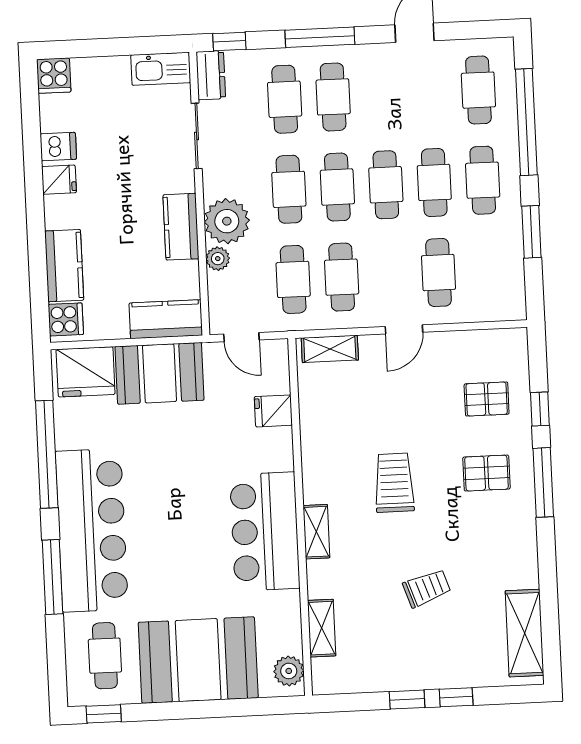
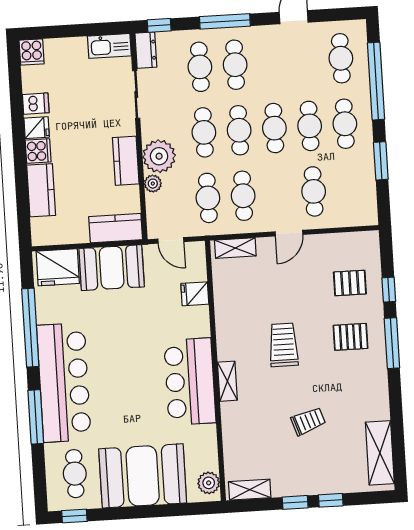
cooker: (66, 319) -> (38, 151), moved
shelving: (322, 628) -> (250, 490), moved, turned 90

